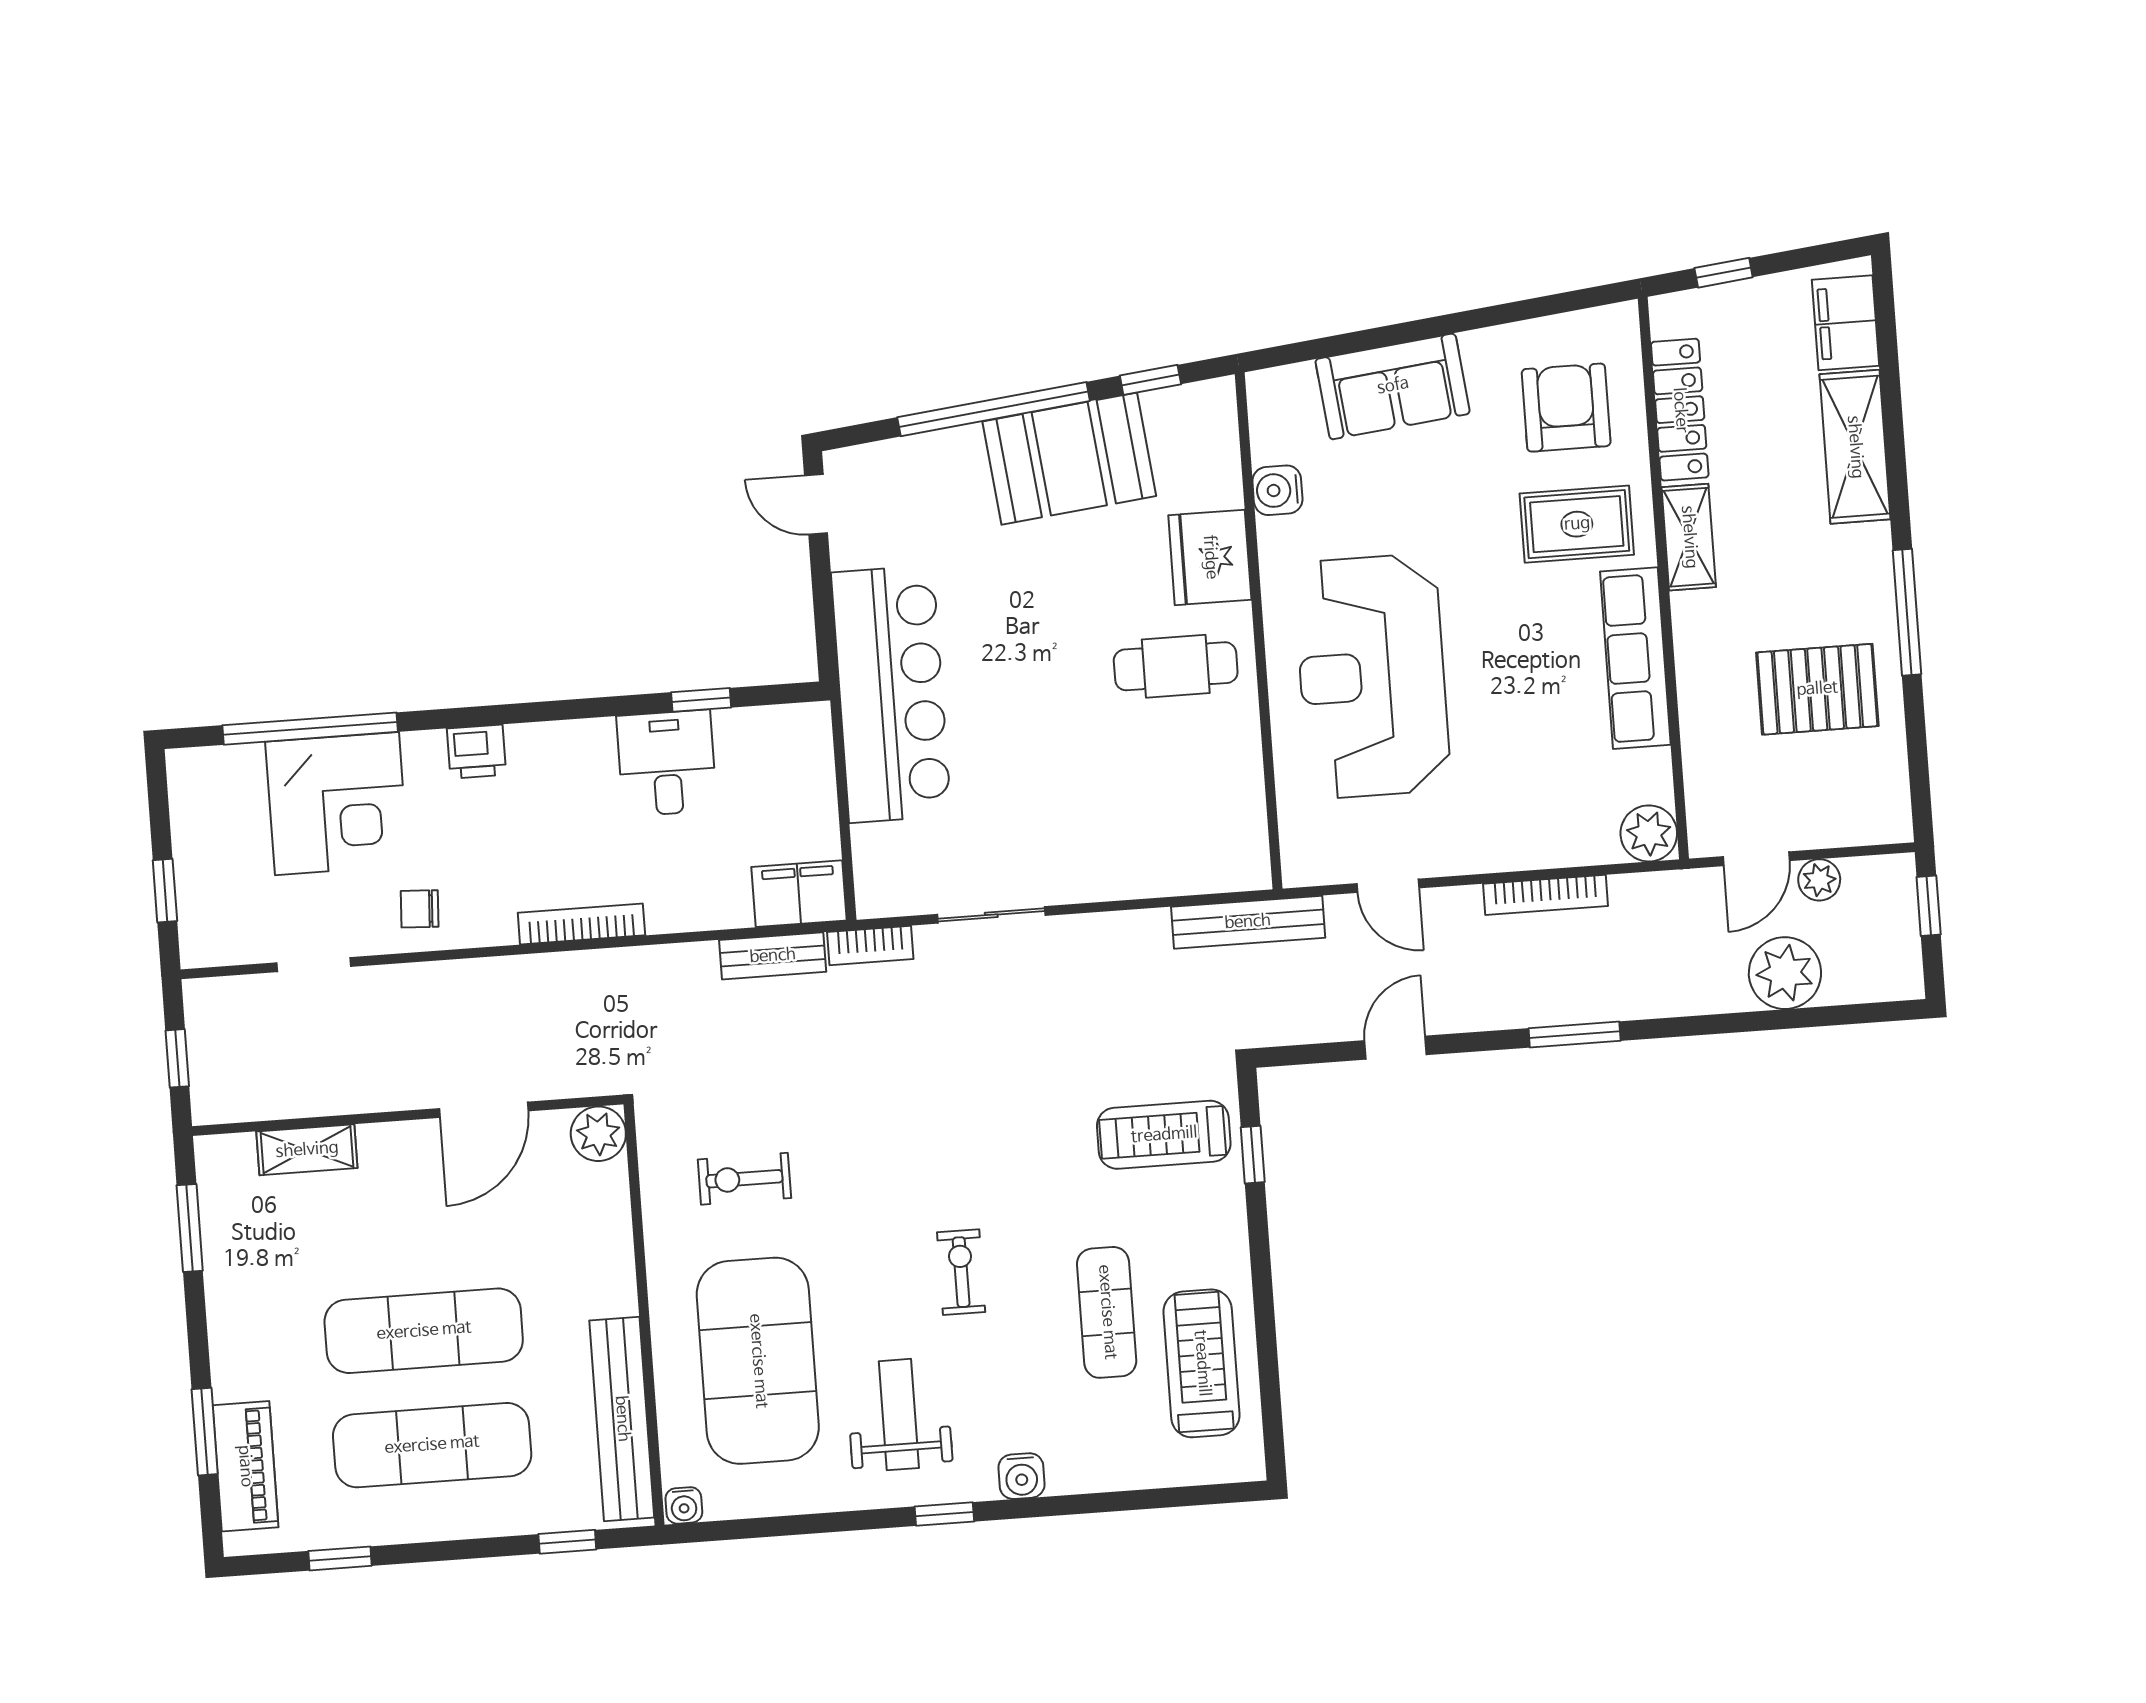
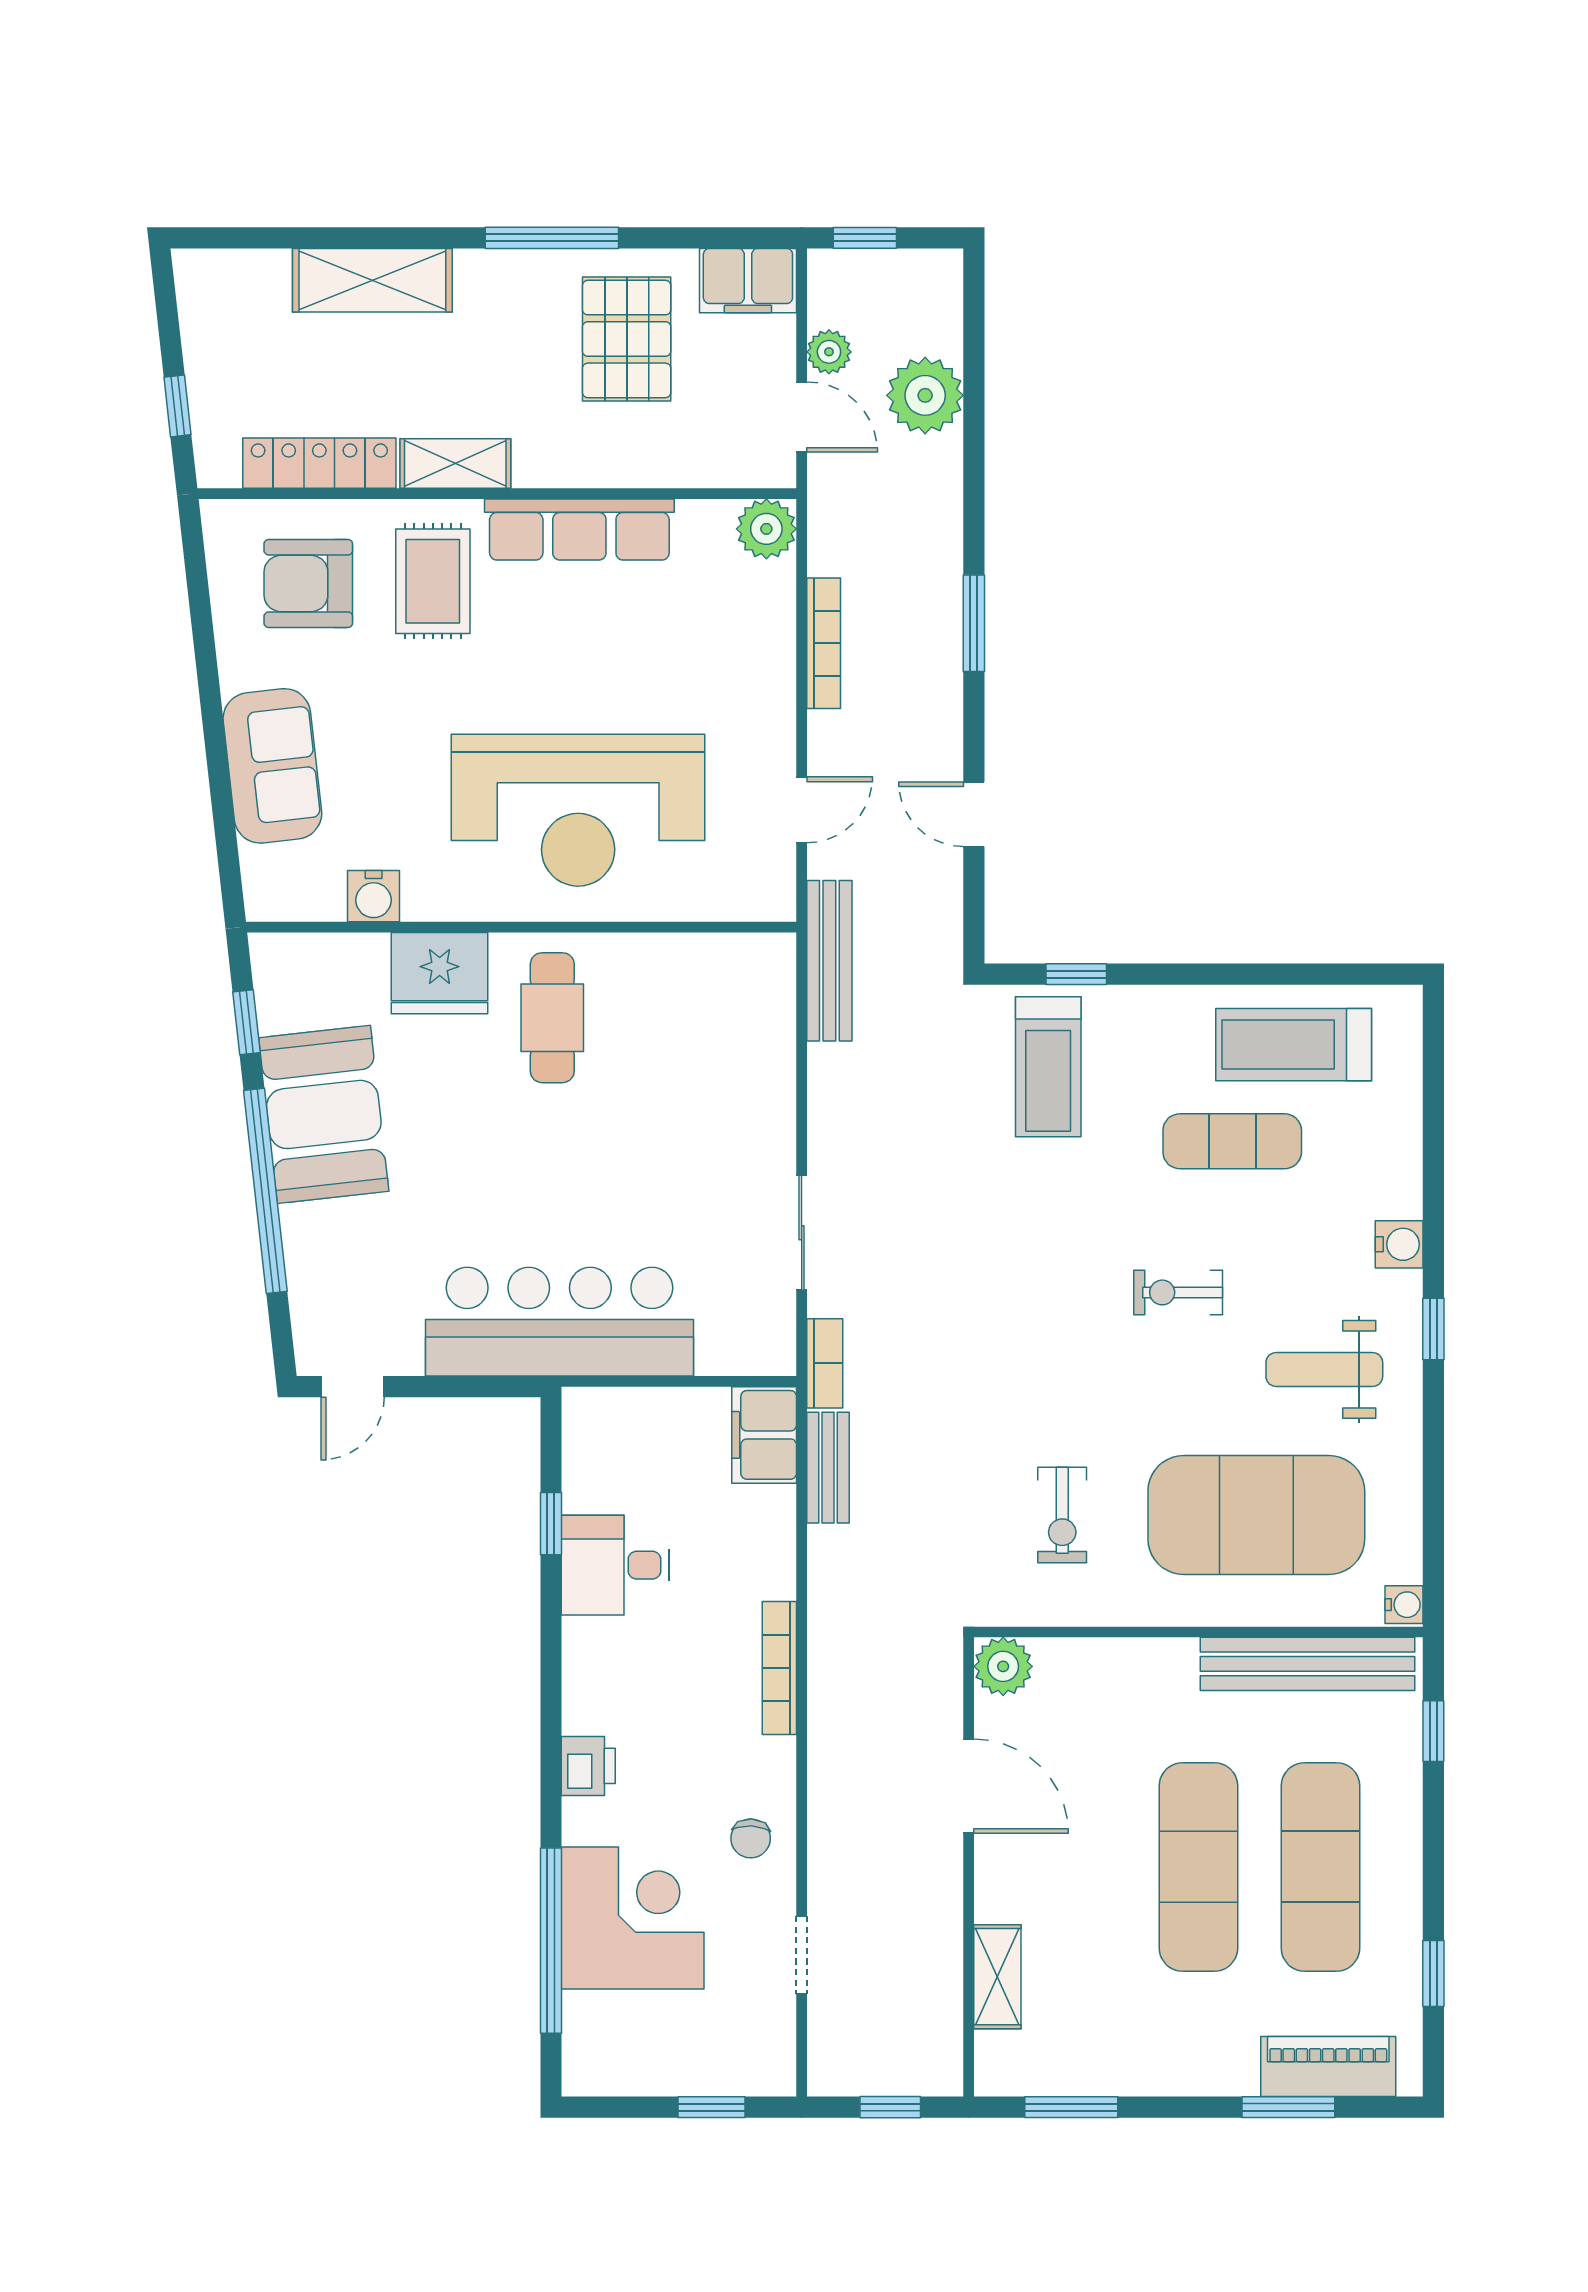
filing cabinet: (1846, 323) -> (748, 281), moved

